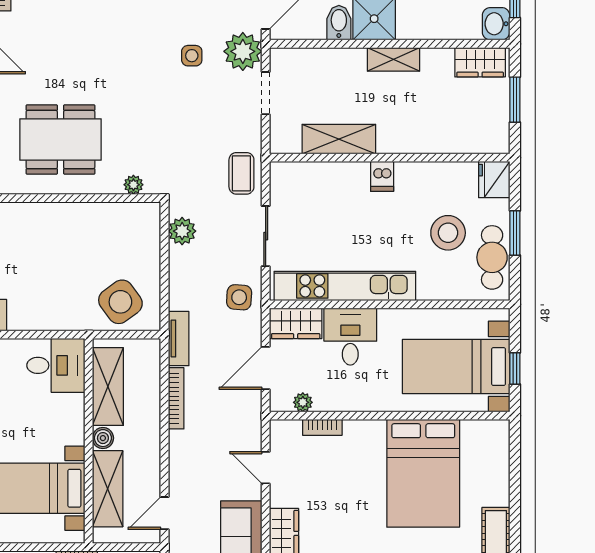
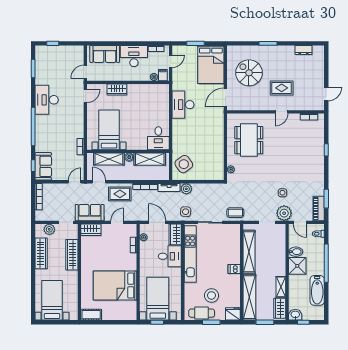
shelving: (393, 59) -> (281, 287), moved
shelving: (452, 138) -> (249, 297), added
shelving: (339, 139) -> (249, 252), width x1.47
plant: (182, 231) -> (186, 189), moved
rug: (195, 461) -> (120, 194), added

